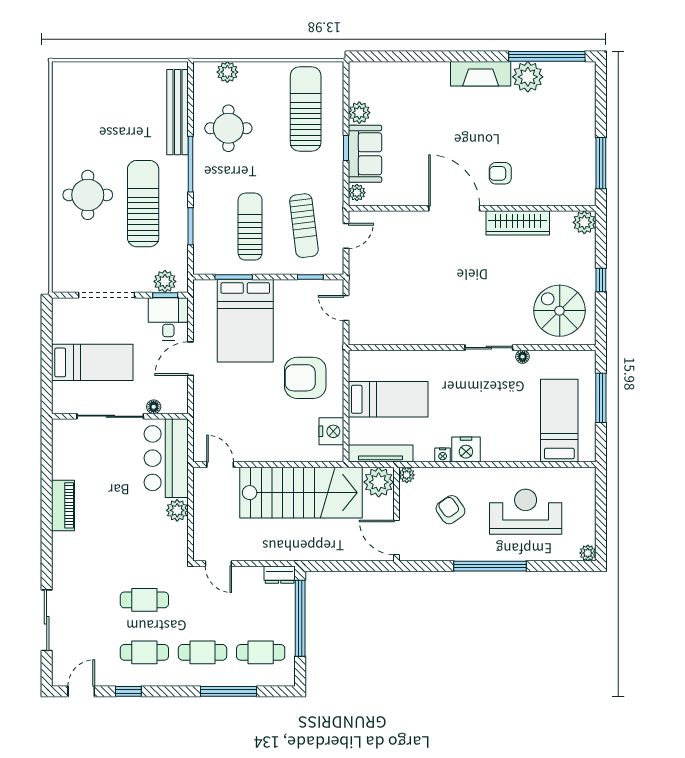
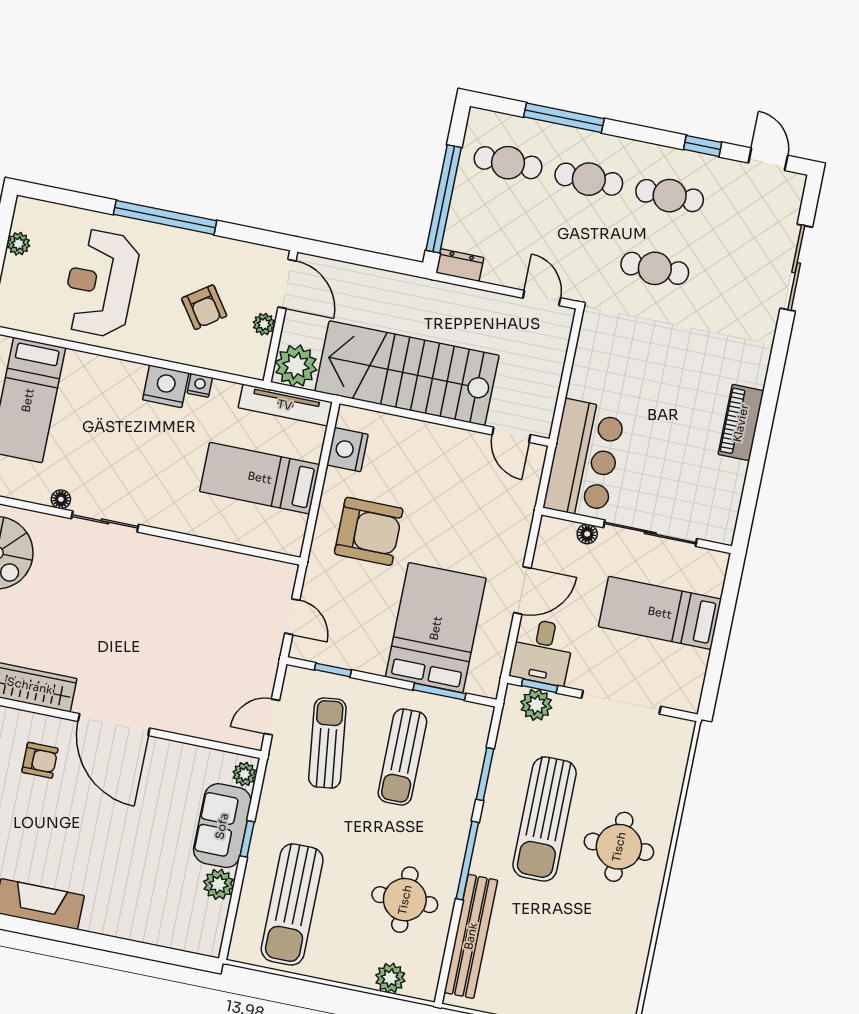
plant: (407, 475) -> (264, 324), moved
plant: (177, 510) -> (584, 384), removed
reception desk: (526, 512) -> (100, 283), turned 90
plant: (588, 553) -> (19, 244), moved
door: (81, 691) -> (768, 159), swing flipped

